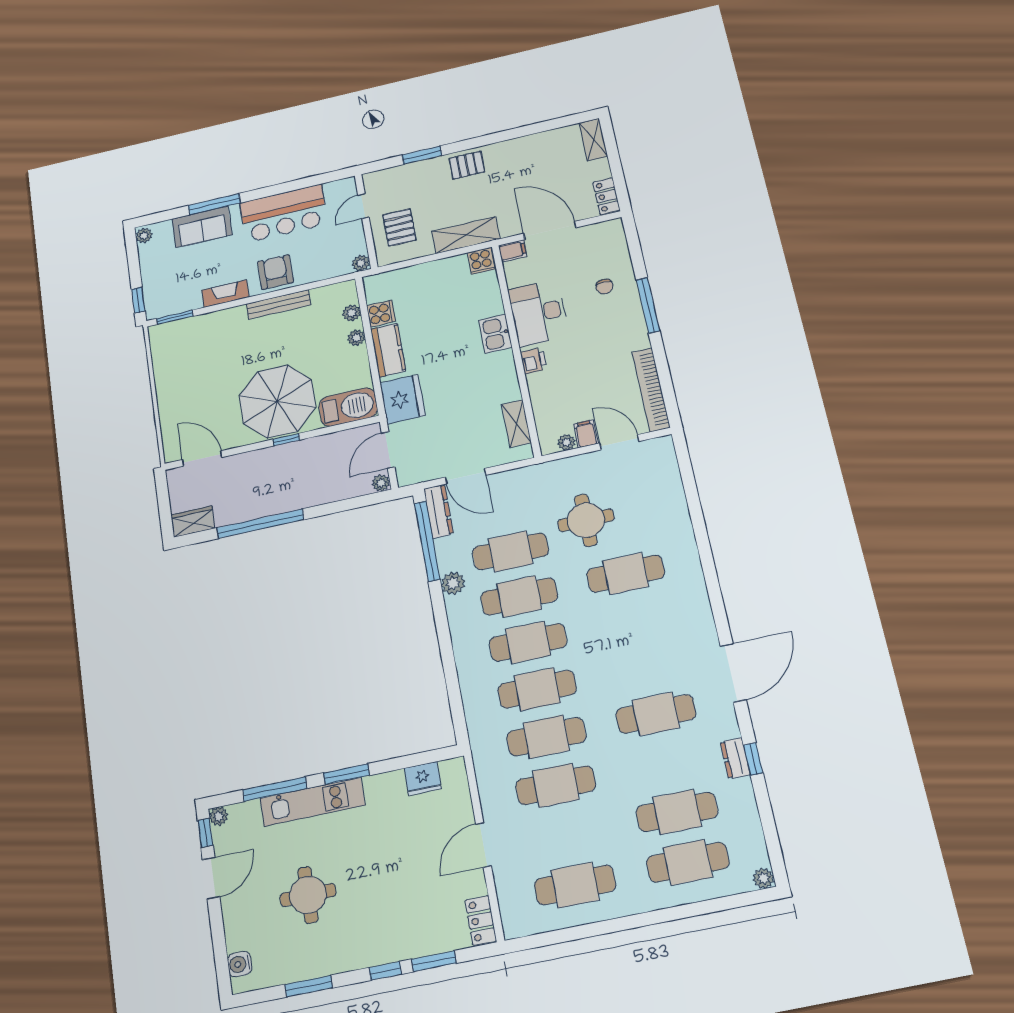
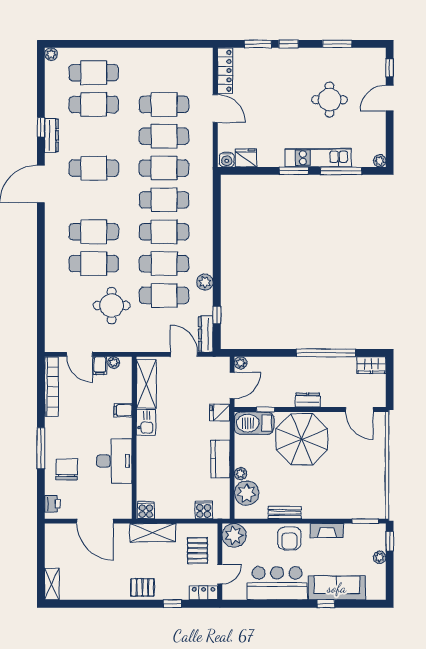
window: (422, 155) -> (172, 604), width x0.67
locker: (606, 196) -> (204, 593), moved, turned -90
window: (214, 204) -> (326, 604), width x0.46
sofa: (202, 227) -> (337, 588), width x1.36
plant: (144, 236) -> (380, 557), moved
filing cabinet: (513, 251) -> (123, 410), moved
plant: (361, 263) -> (234, 535), width x1.87, depth x1.87
chair: (604, 287) -> (67, 469), width x1.87, depth x1.87
bench: (279, 304) -> (285, 513), width x0.73
plant: (352, 313) -> (247, 493), width x1.87, depth x1.87
cooker: (381, 314) -> (204, 510), moved, turned 90
kitchen sink: (495, 334) -> (146, 422), moved
printer: (533, 361) -> (52, 504), moved, turned 180
fridge: (403, 399) -> (220, 413), width x0.53, depth x0.75
shelving: (516, 424) -> (146, 384), width x1.50, depth x1.33
window: (286, 440) -> (265, 410), moved
dresser: (277, 455) -> (308, 400), added
window: (427, 541) -> (217, 315), width x0.32
cafe table: (635, 620) -> (94, 232), added
dresser: (735, 758) -> (52, 135), width x1.44
window: (205, 833) -> (390, 68), moved
door: (483, 845) -> (215, 108), hinge flipped
door: (211, 878) -> (390, 98), moved
cafe table: (575, 885) -> (164, 104), moved
locker: (481, 920) -> (225, 71), width x1.53
water cooler: (240, 964) -> (227, 160), moved, turned 90

